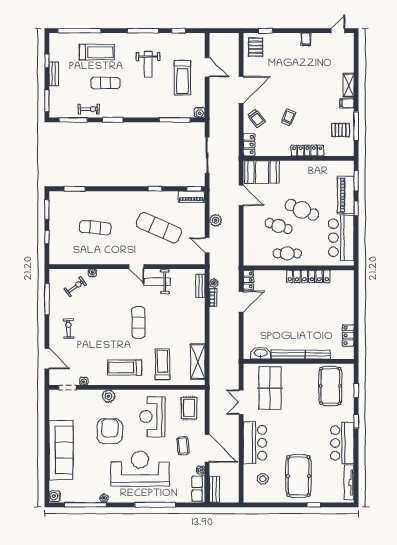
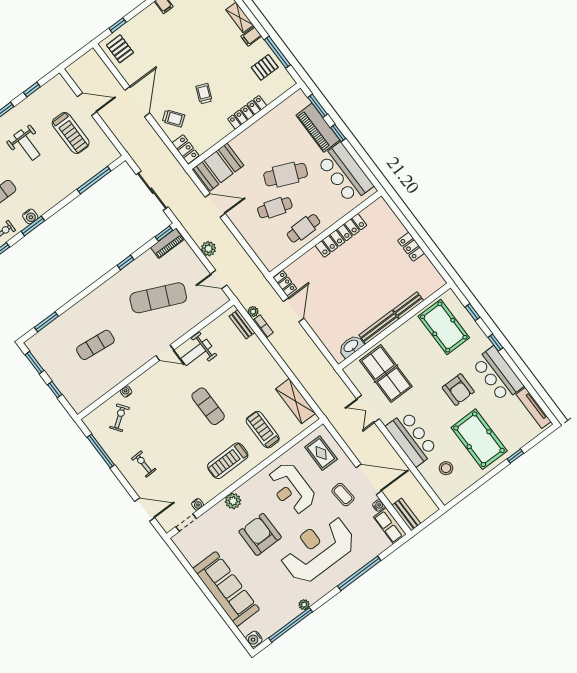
water cooler: (200, 112) -> (30, 216), moved
locker: (348, 335) -> (411, 247), moved
armchair: (309, 434) -> (458, 390), added

